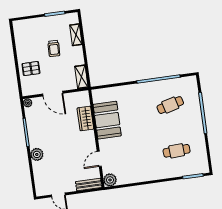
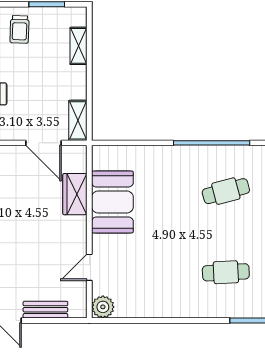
trolley: (54, 48) -> (20, 29), moved
door: (53, 94) -> (44, 143), moved
bench: (89, 184) -> (45, 310), moved

